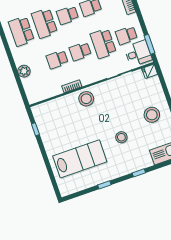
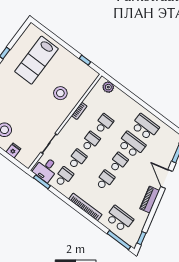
school desk: (103, 43) -> (77, 159), width x0.54
plant: (24, 71) -> (108, 87), moved
fridge: (150, 71) -> (13, 150), moved
stool: (86, 99) -> (60, 93), moved
stool: (121, 137) -> (16, 97), removed

